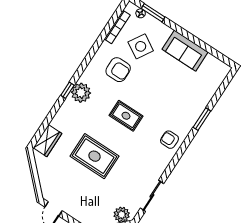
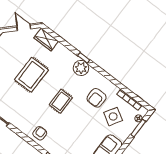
door: (34, 171) -> (24, 27), added

